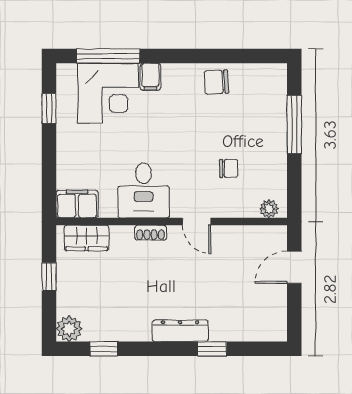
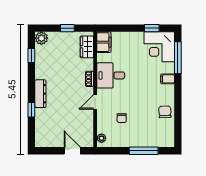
corner desk: (108, 93) -> (159, 47), moved

